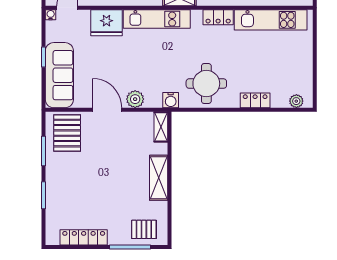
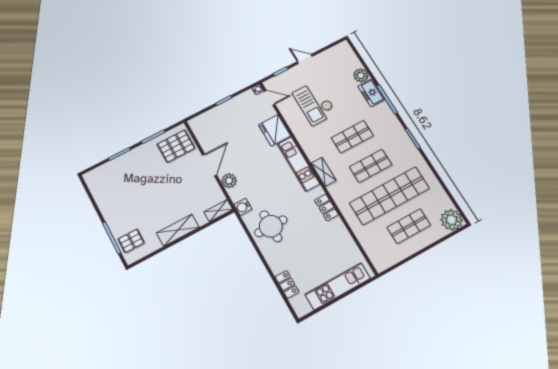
kitchen unit: (271, 20) -> (338, 286), moved, turned 90
sofa: (59, 75) -> (217, 118), removed
locker: (255, 100) -> (287, 284), moved
plant: (296, 101) -> (297, 303), removed
pallet: (144, 229) -> (131, 241), turned 90
locker: (84, 237) -> (102, 200), removed

